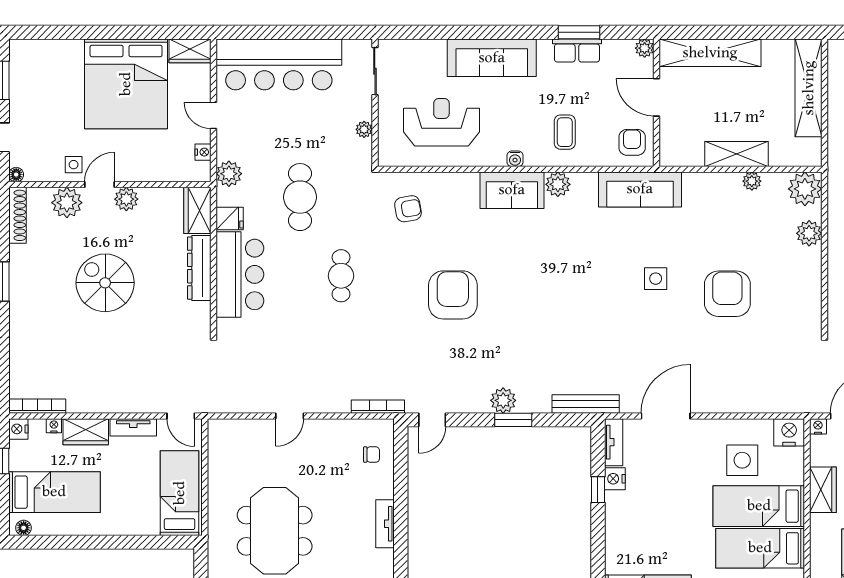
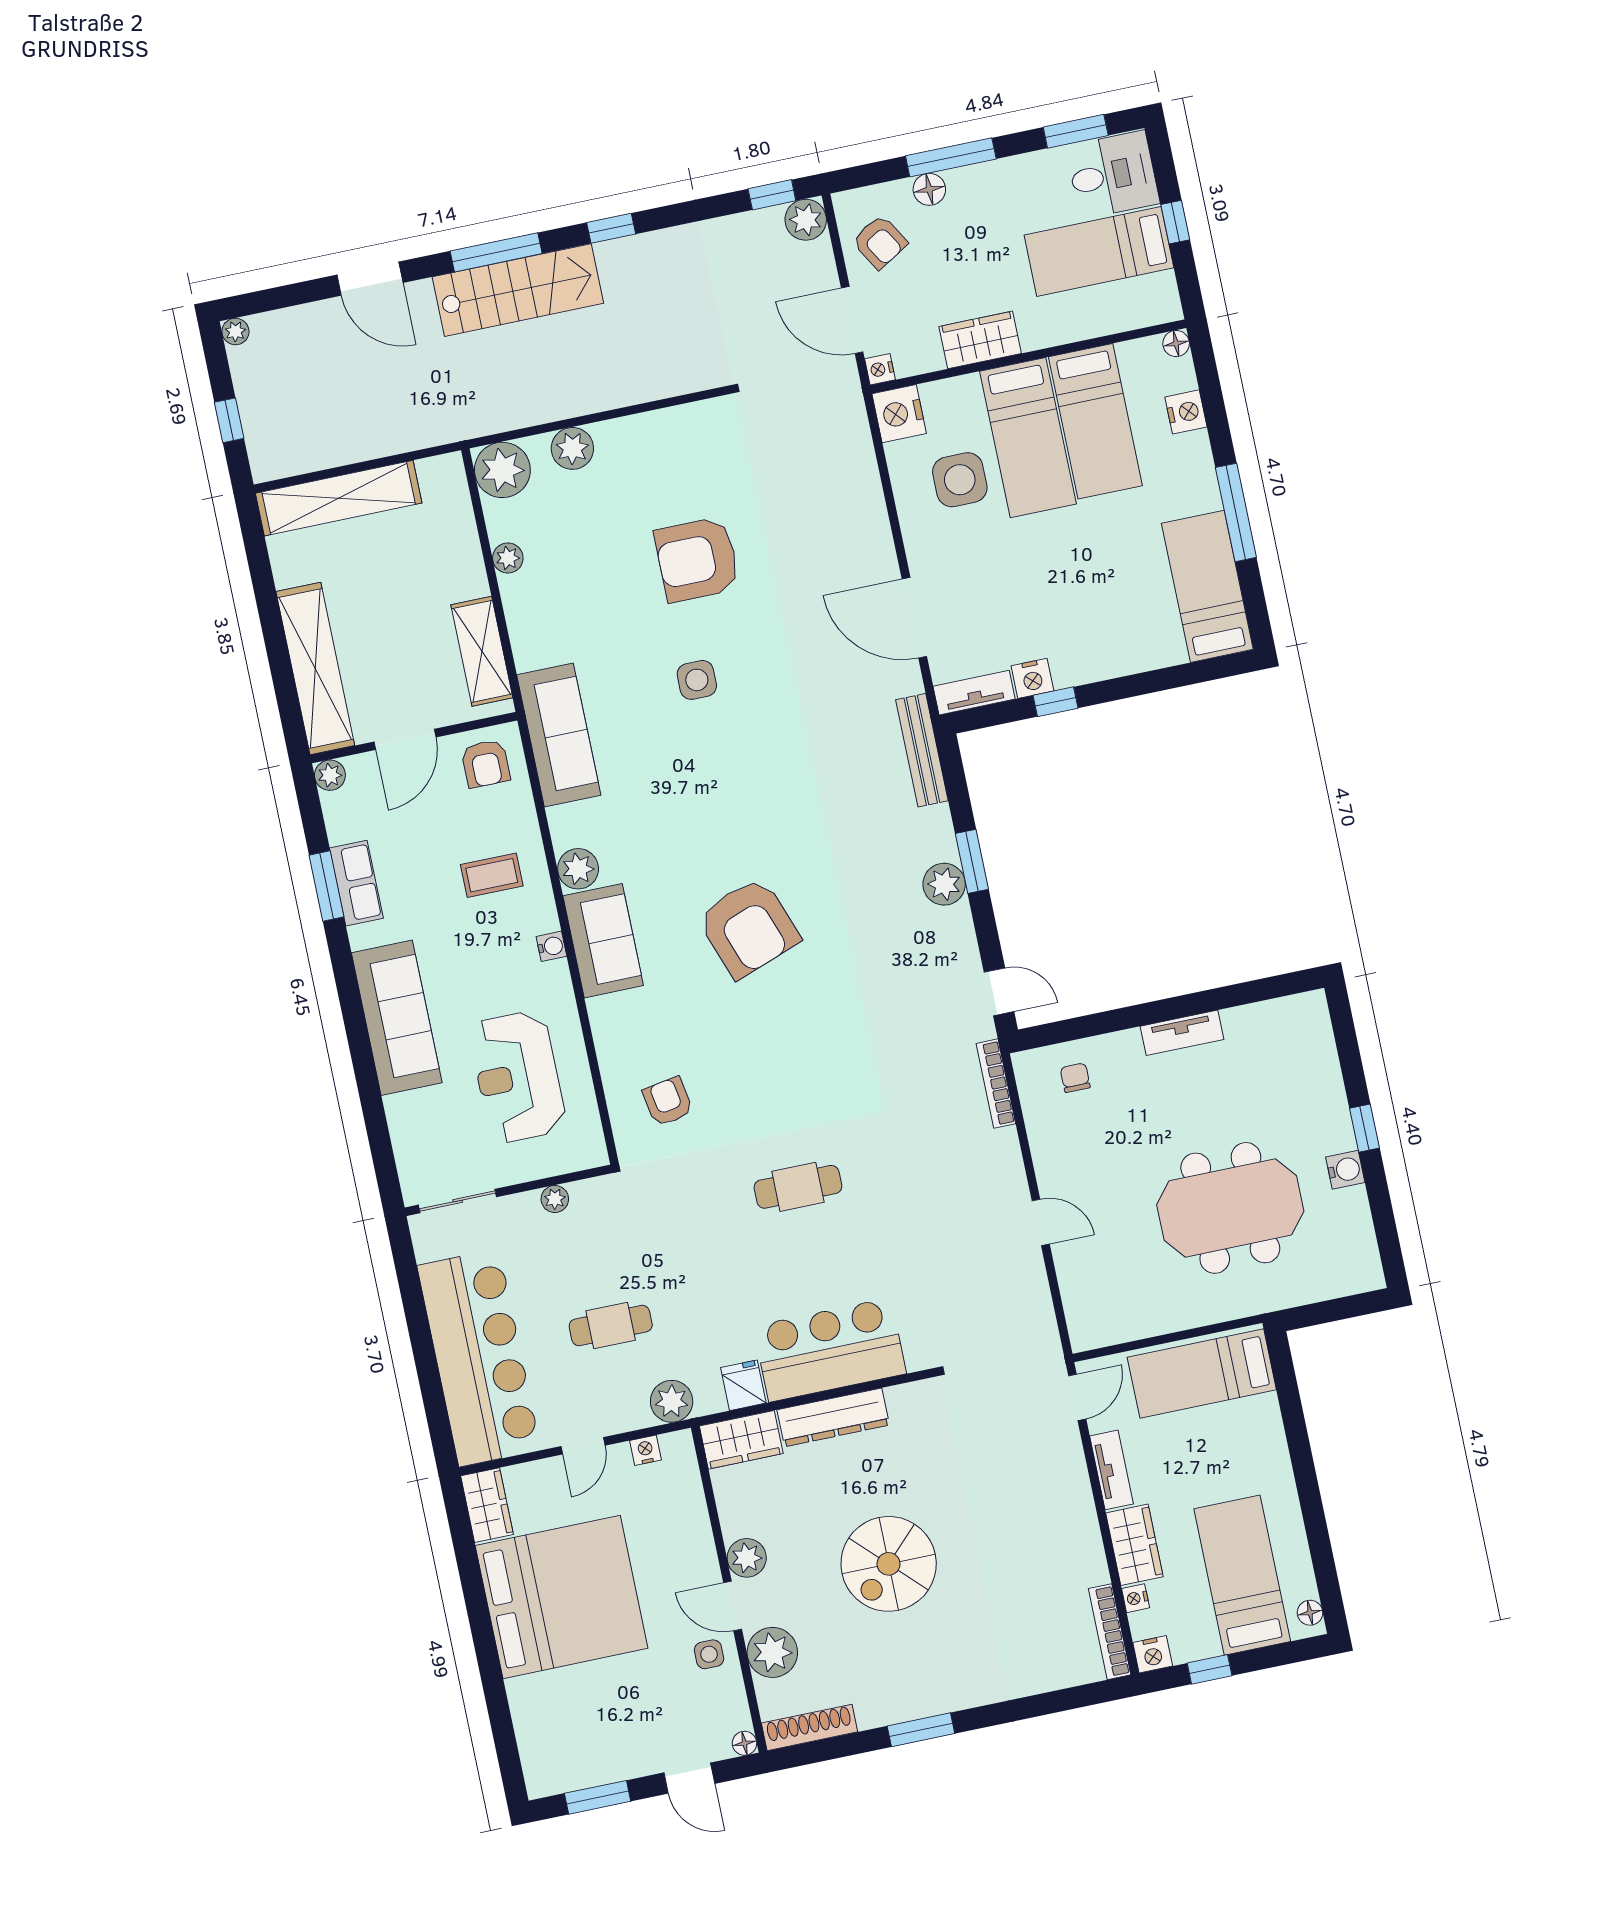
armchair: (632, 142) -> (486, 764), turned -90
shelving: (736, 154) -> (482, 651), moved
cafe table: (300, 197) -> (611, 1326), moved, width x0.73, depth x0.74
armchair: (453, 295) -> (749, 928), moved, turned -110

